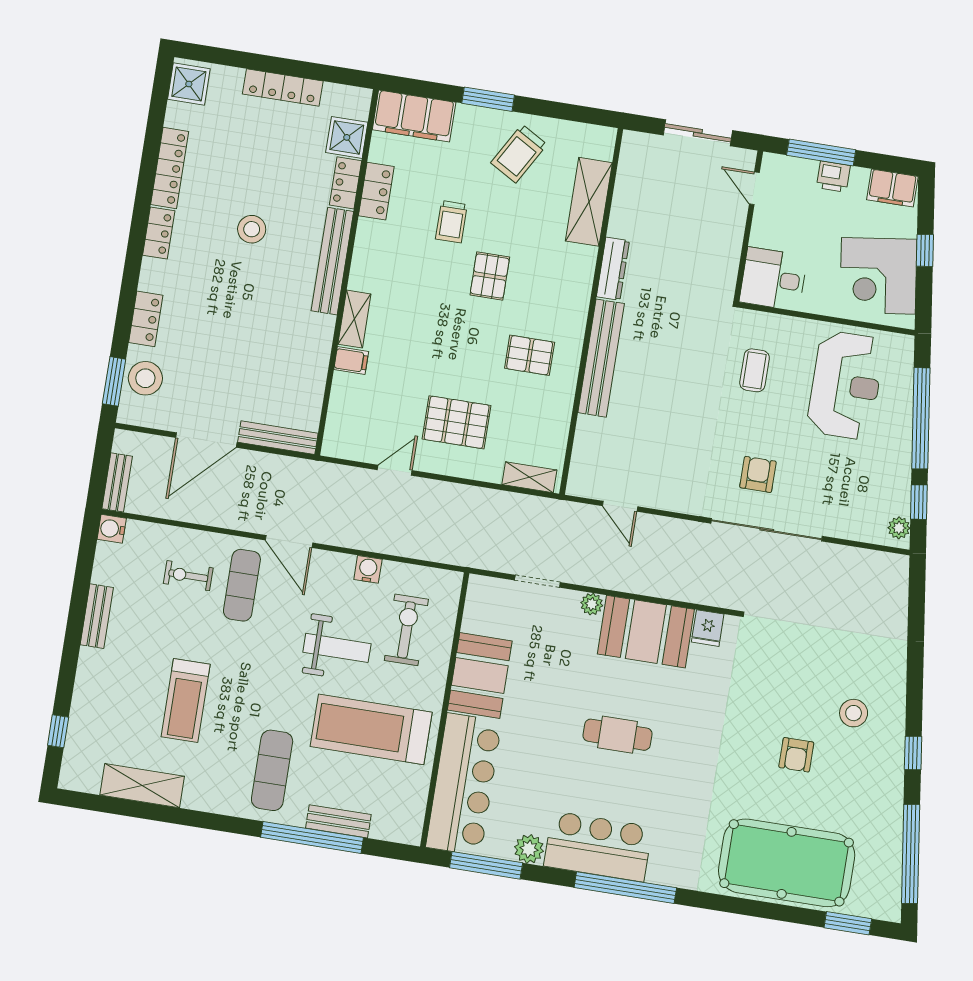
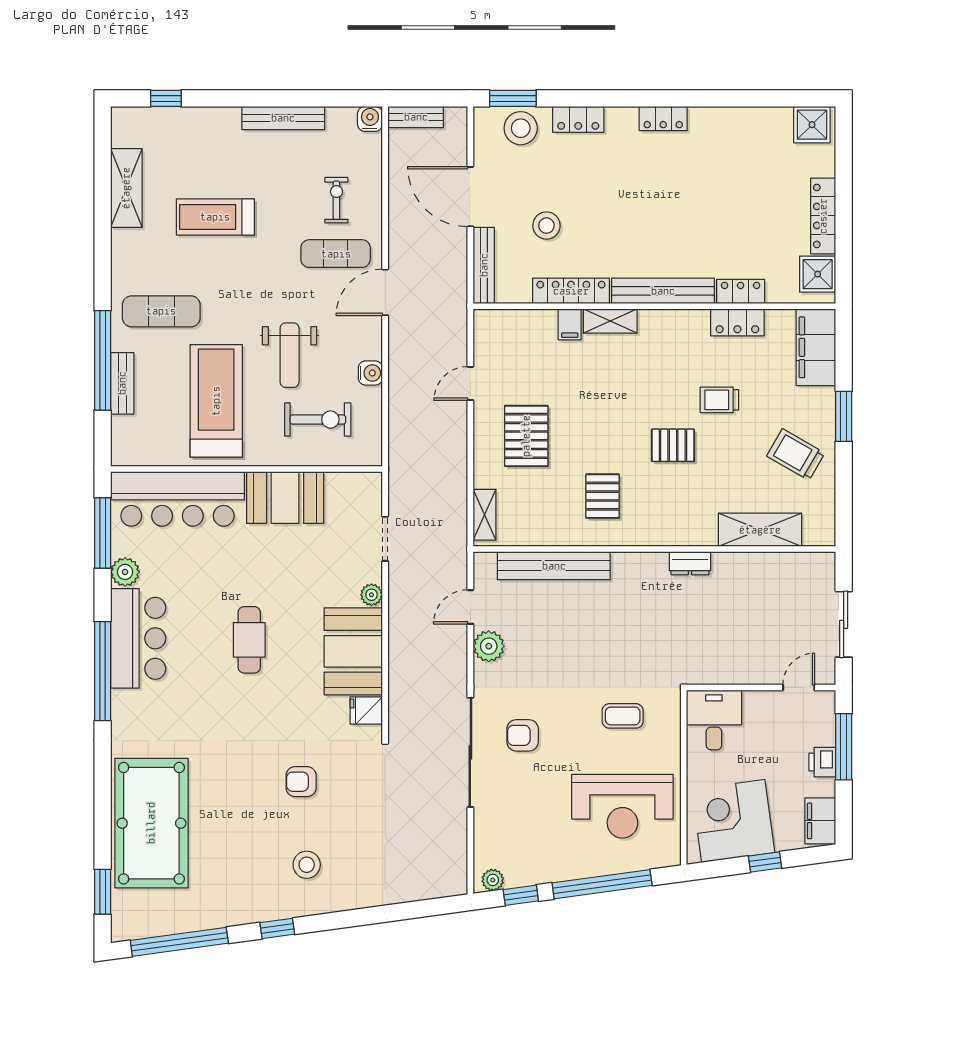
shower: (347, 137) -> (818, 274), moved
locker: (170, 168) -> (571, 291), moved, turned 180
stool: (252, 229) -> (546, 226), moved
dresser: (613, 269) -> (690, 563), width x0.70
bench: (601, 358) -> (554, 566), moved
door: (395, 470) -> (470, 383), swing flipped
armchair: (758, 474) -> (523, 735), turned 180
plant: (663, 494) -> (489, 646), added
bench: (97, 616) -> (283, 118), width x1.36
armchair: (796, 755) -> (301, 782), moved

